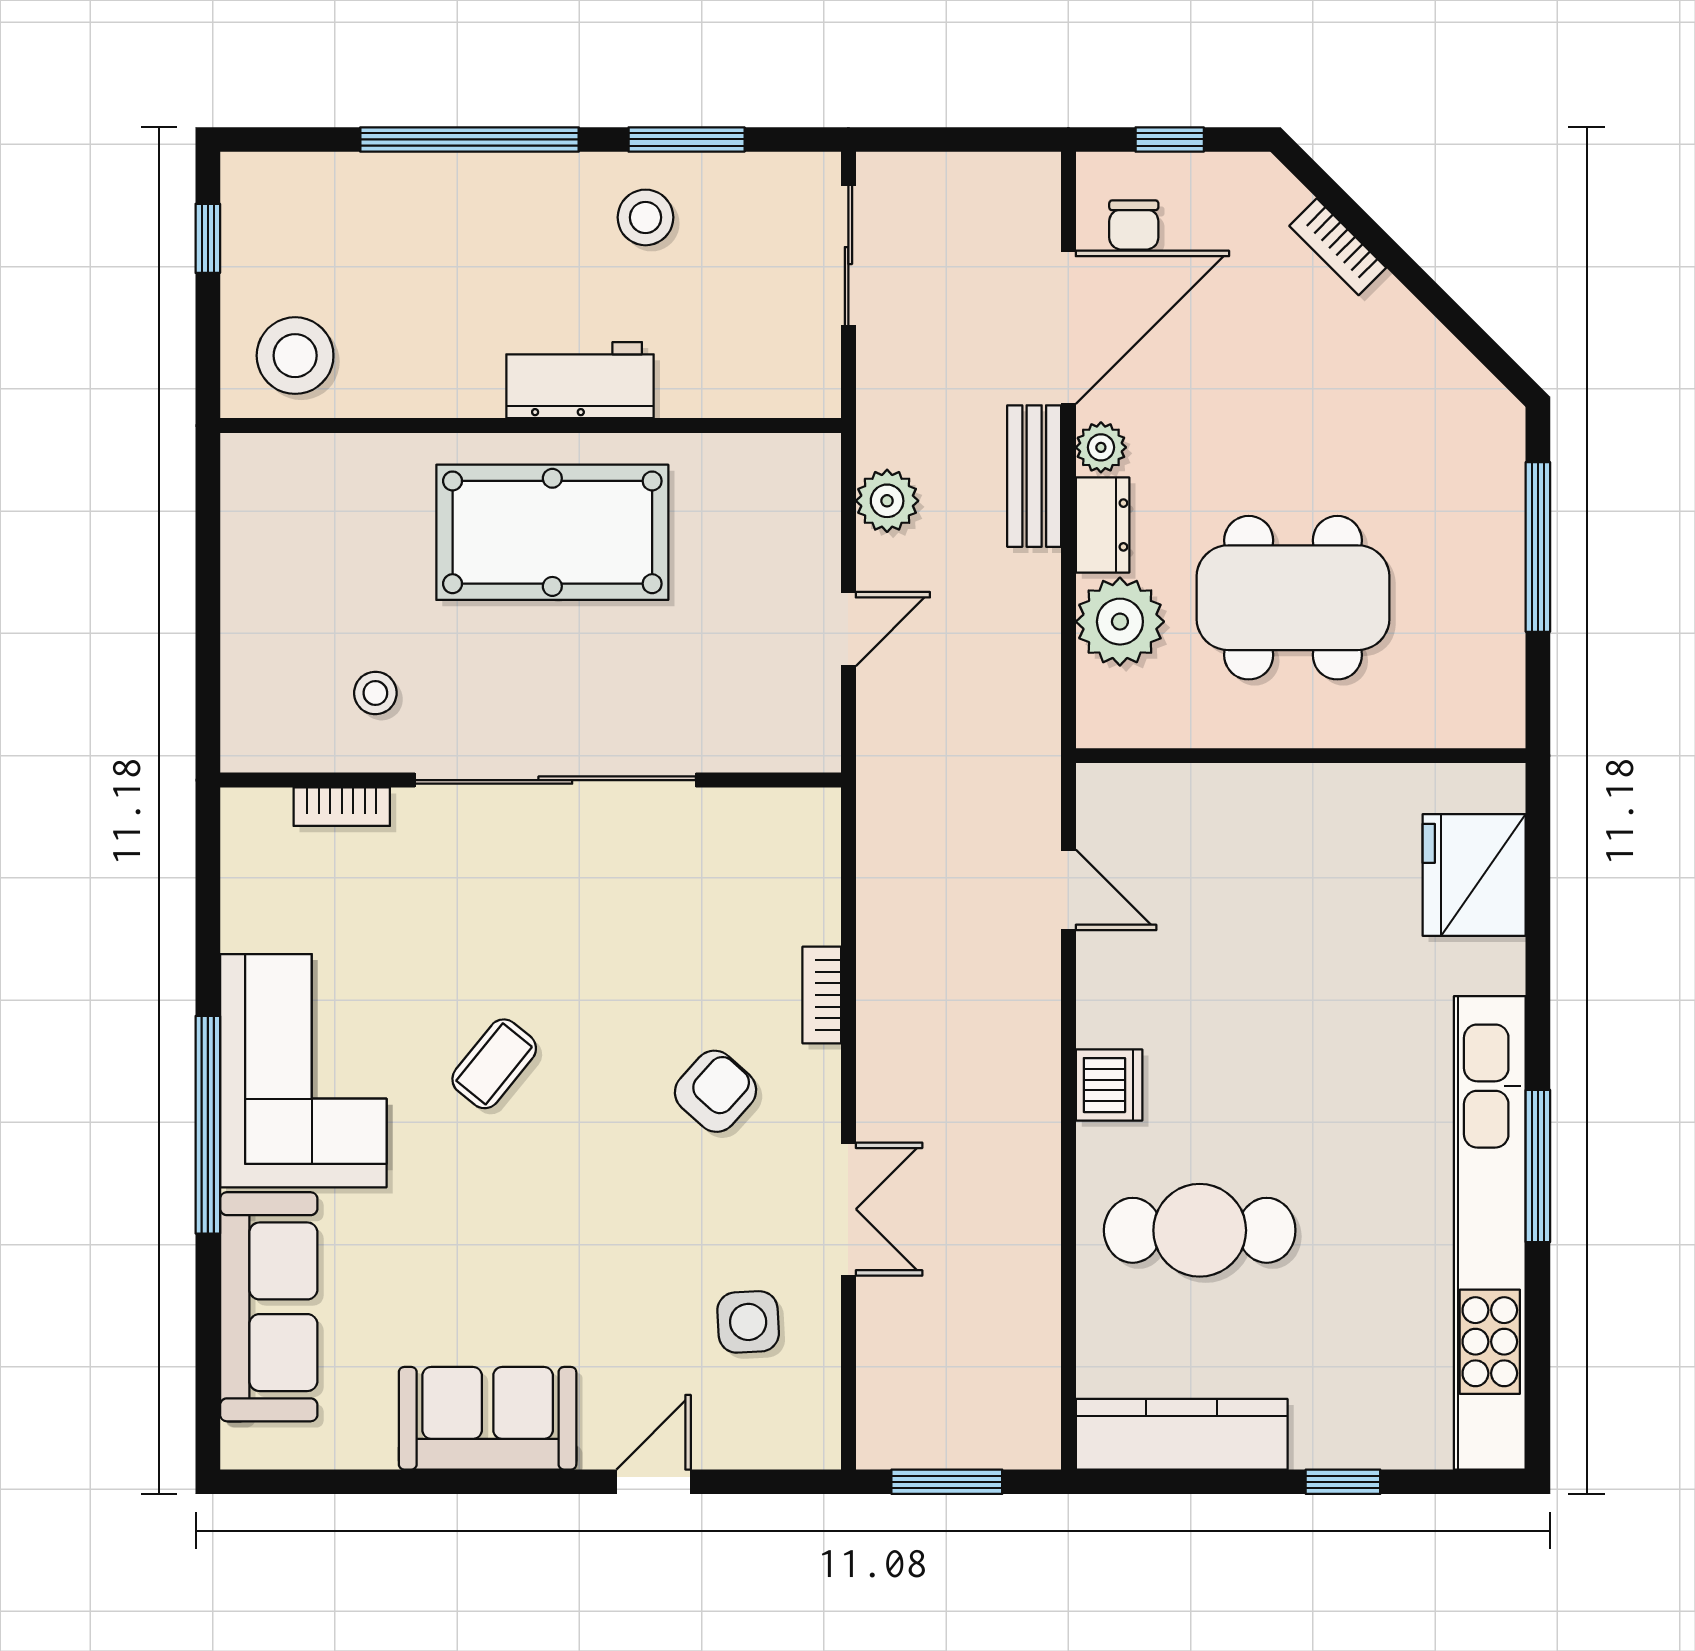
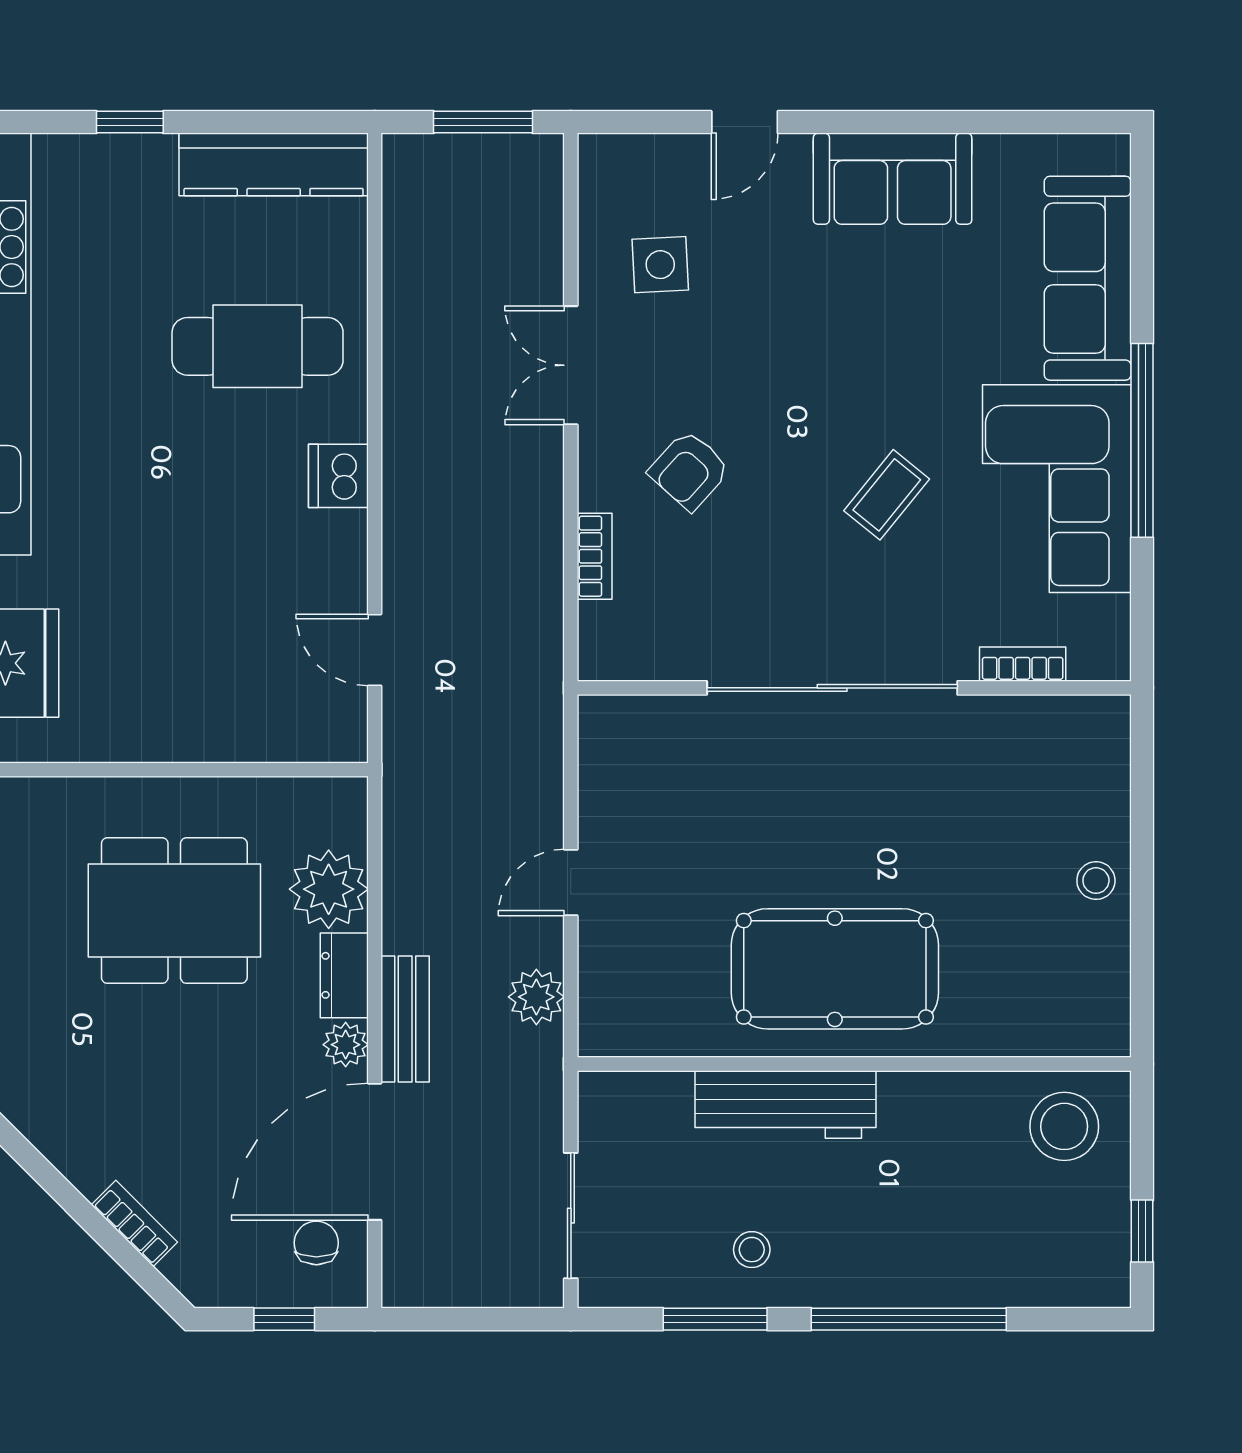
stool: (645, 217) -> (752, 1250), width x0.73, depth x0.73
workbench: (580, 380) -> (786, 1105), width x1.38
stool: (375, 693) -> (1096, 881), moved
wall: (531, 780) -> (854, 688), moved
sliding door: (555, 780) -> (832, 688), moved
bookcase: (342, 807) -> (1023, 664), moved

